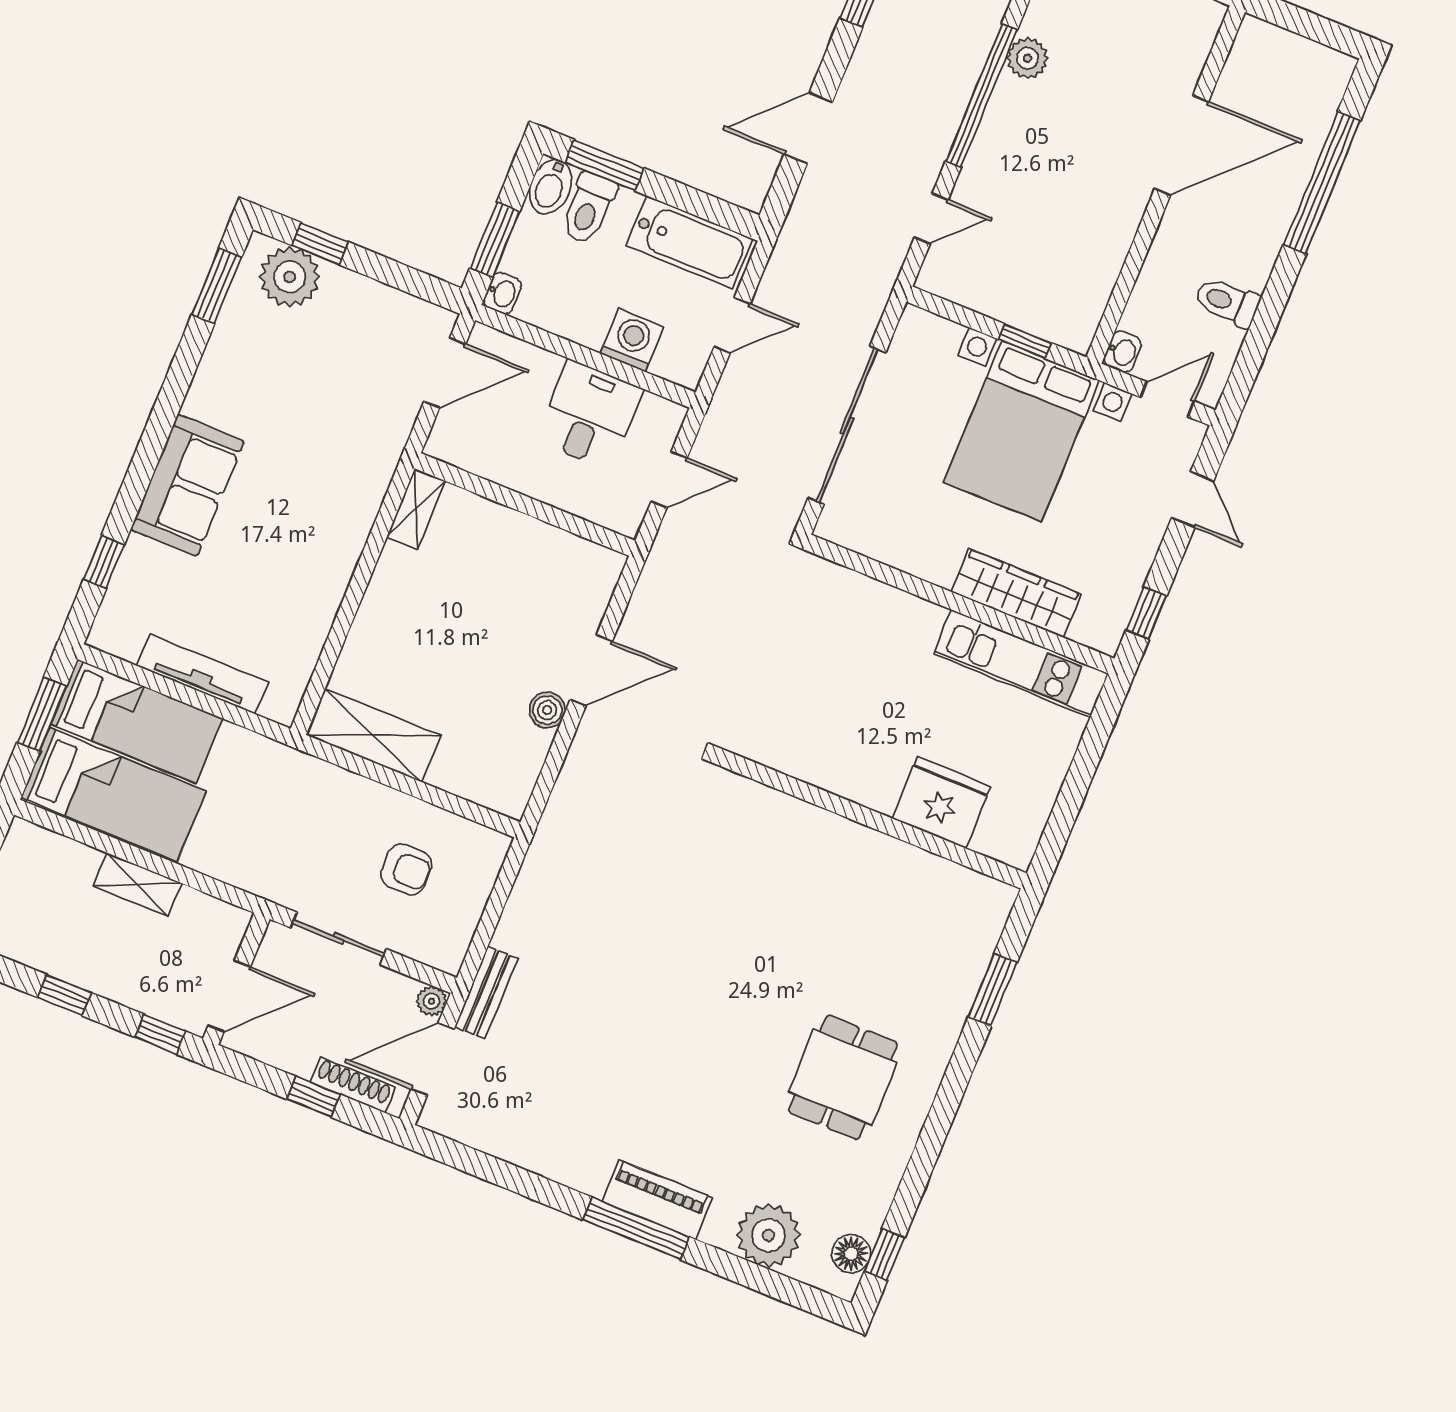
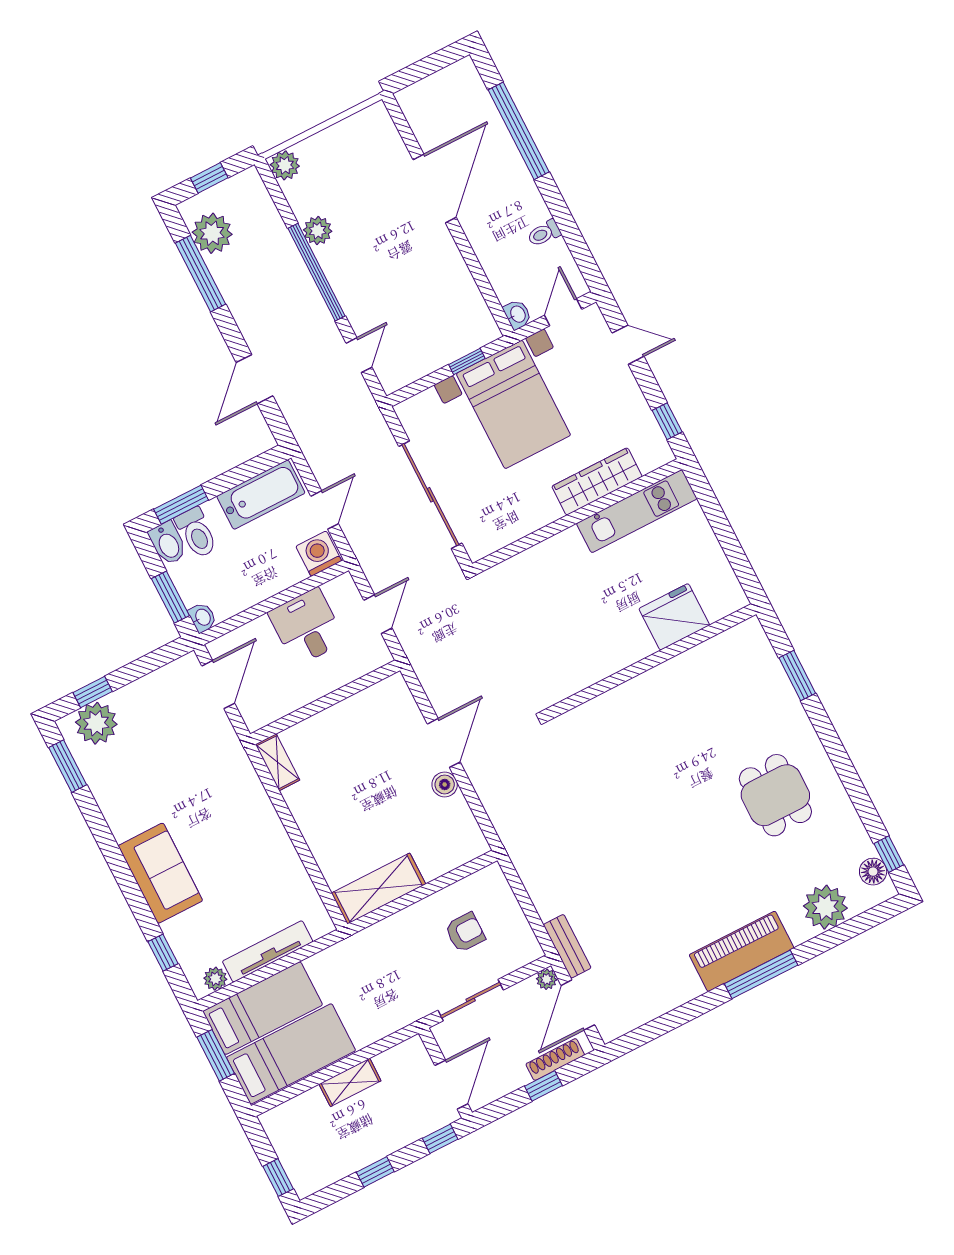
toilet: (1227, 302) -> (544, 233), width x0.73, depth x0.72
washing machine: (632, 340) -> (319, 554), moved
plant: (124, 643) -> (215, 979), added
piano: (657, 1200) -> (741, 951), width x1.37, depth x1.33

